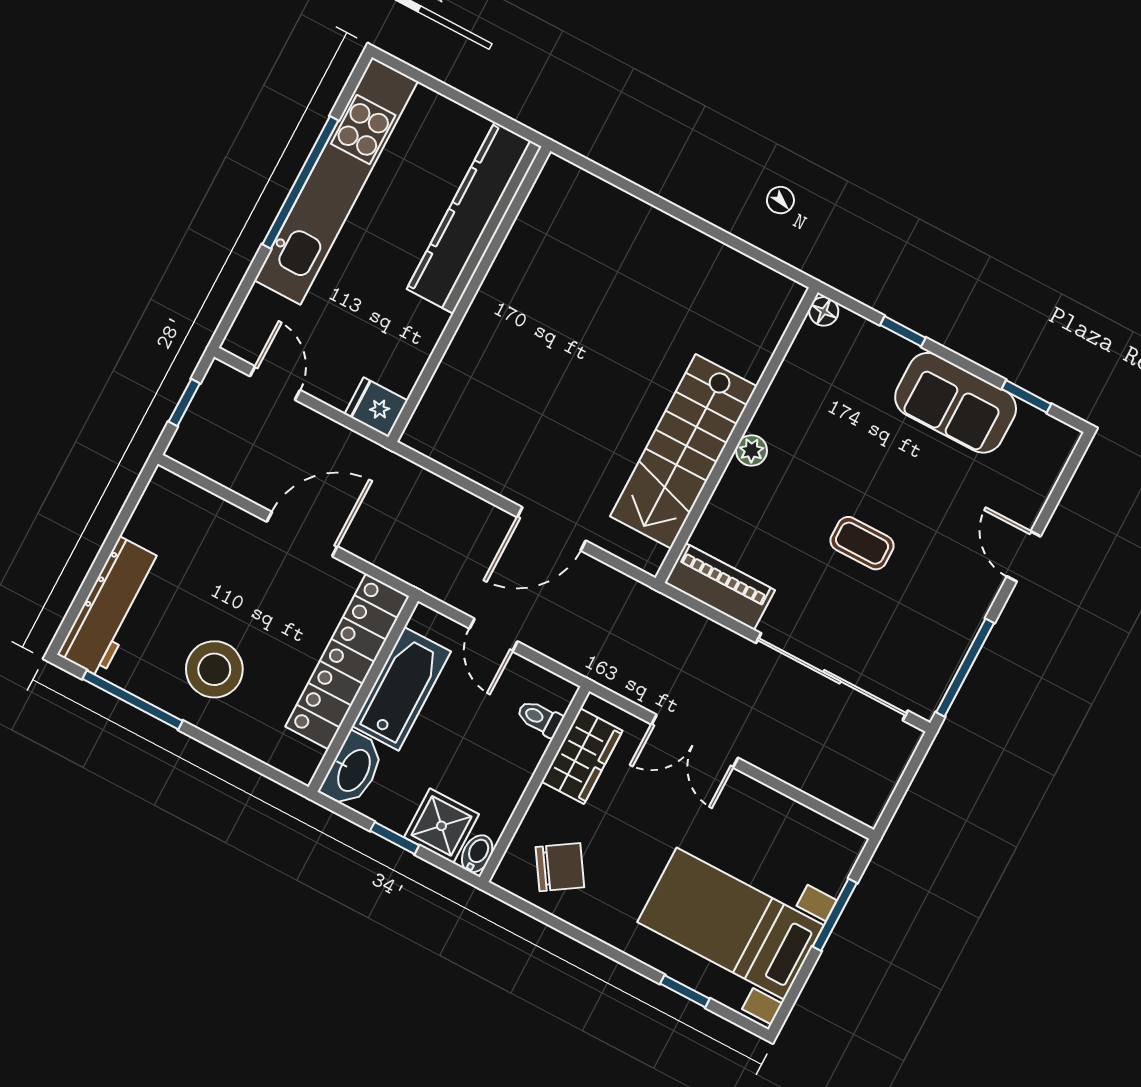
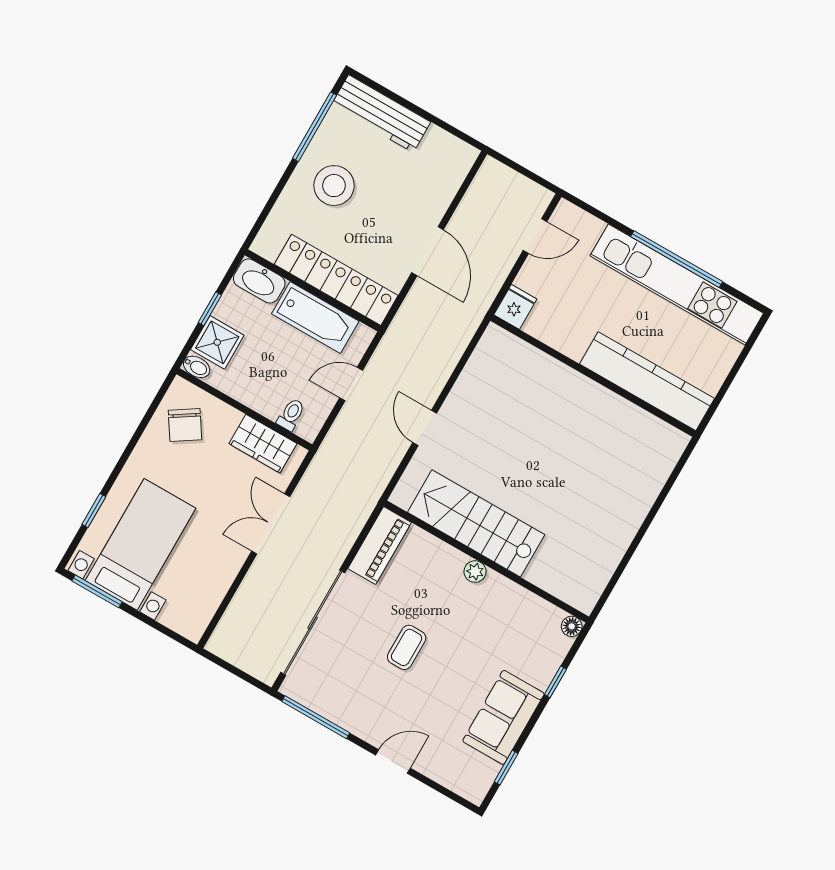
window: (184, 402) -> (524, 171), removed
door: (552, 529) -> (425, 428), width x0.73
window: (835, 915) -> (97, 591), moved

